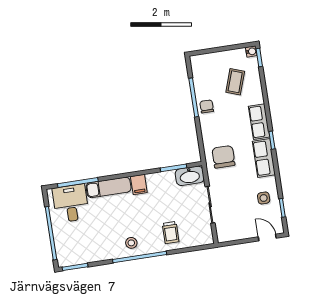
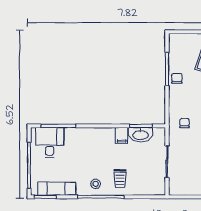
chair: (223, 157) -> (184, 123), width x0.54, depth x0.54
washbasin: (190, 176) -> (140, 135), moved
filing cabinet: (139, 184) -> (122, 135), moved
exam couch: (109, 187) -> (57, 189), moved, turned 180
trolley: (171, 233) -> (120, 178), moved

